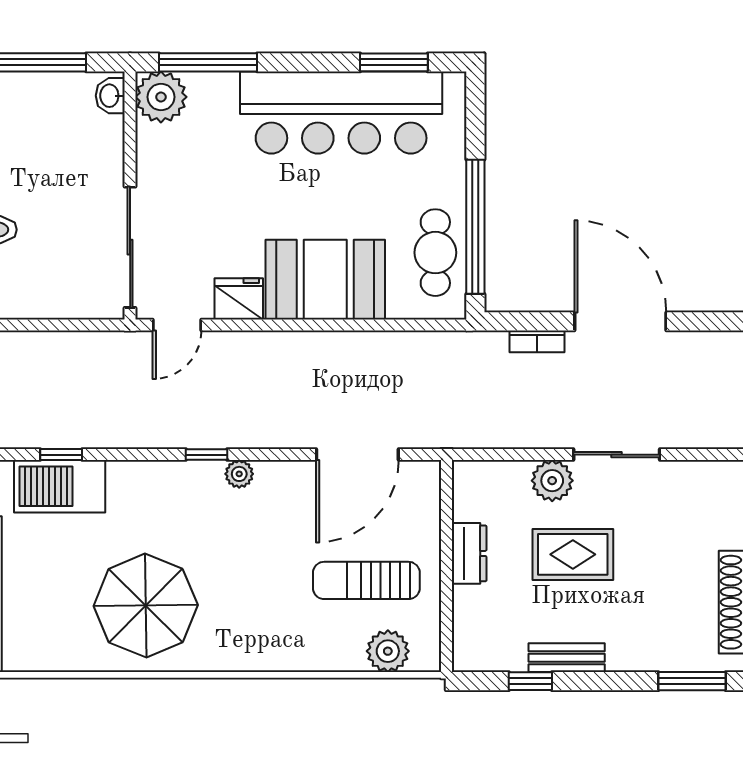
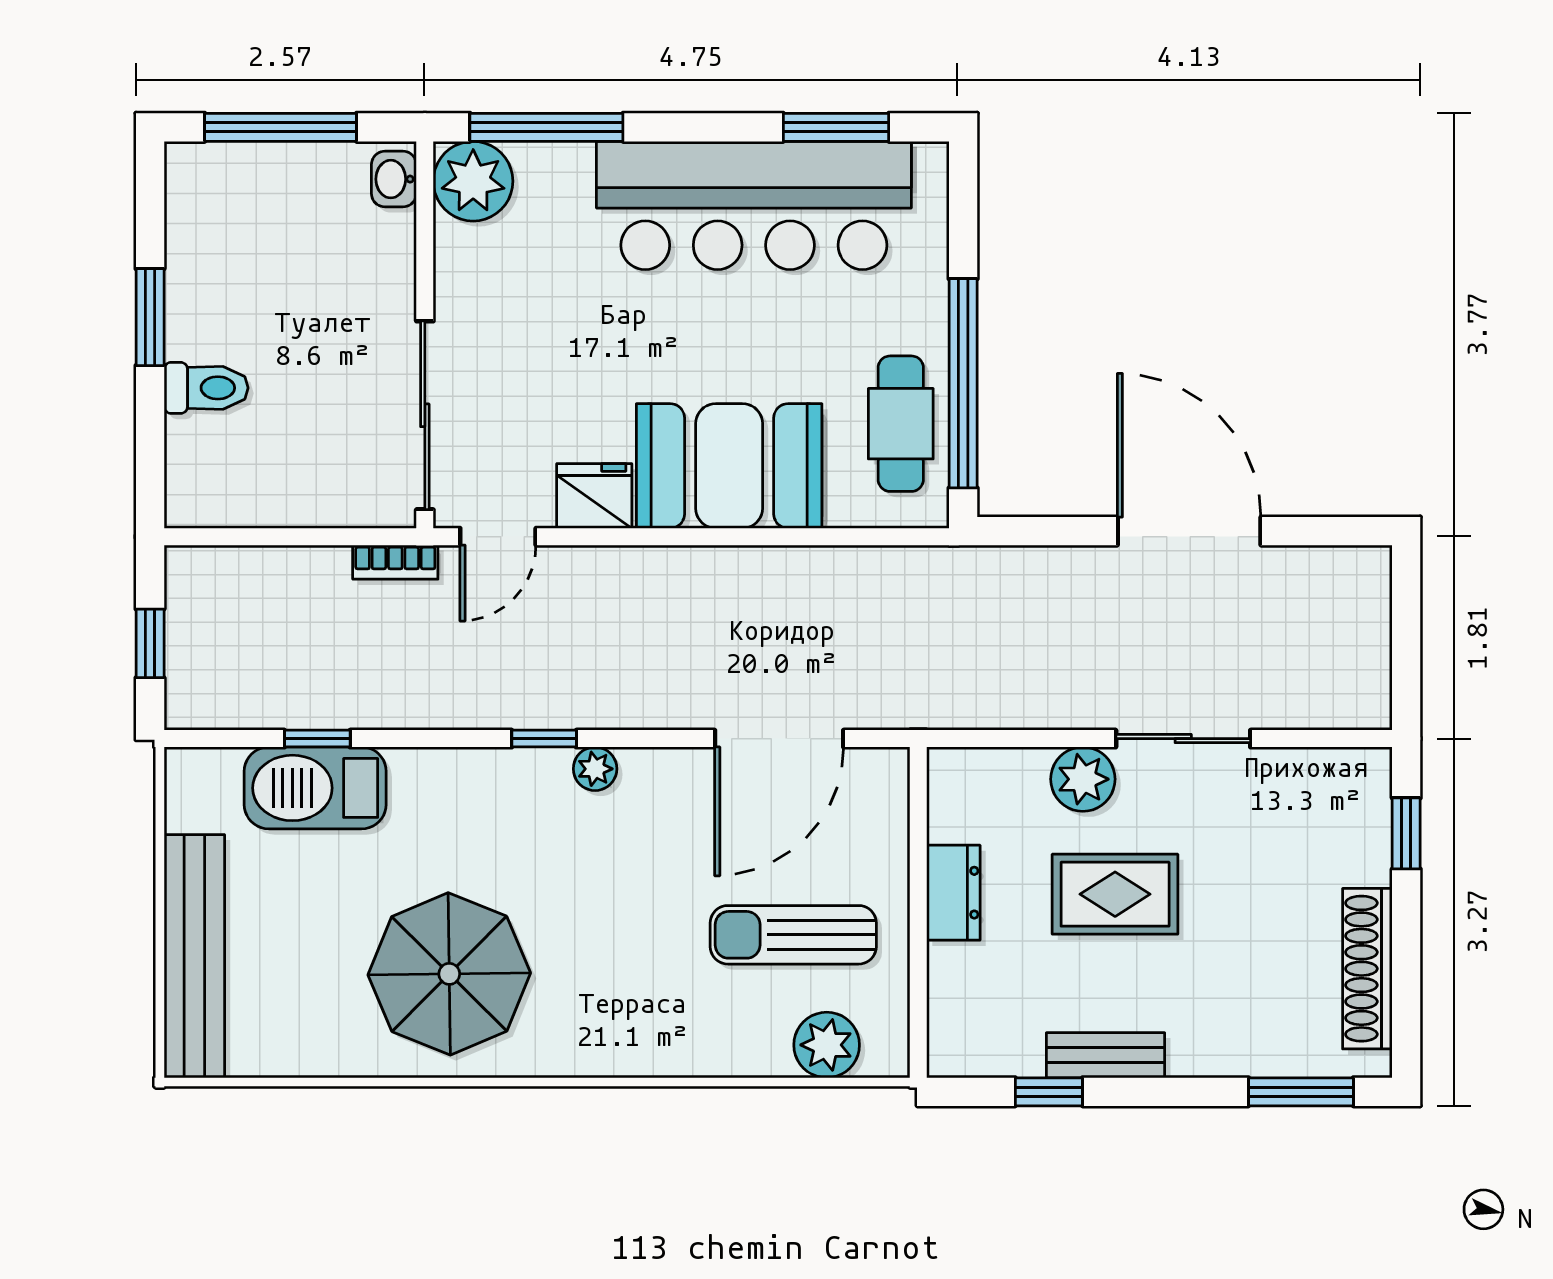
bookcase: (537, 341) -> (395, 562), moved

